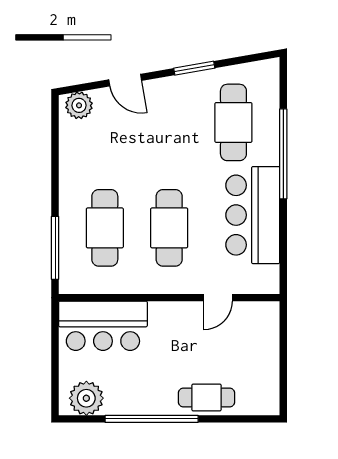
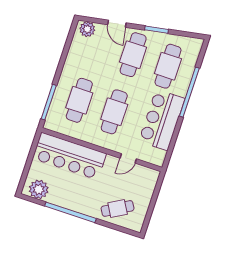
cafe table: (169, 122) -> (133, 55), added
bar counter: (103, 326) -> (69, 156), width x1.36
cafe table: (206, 397) -> (118, 208), moved, turned -30

